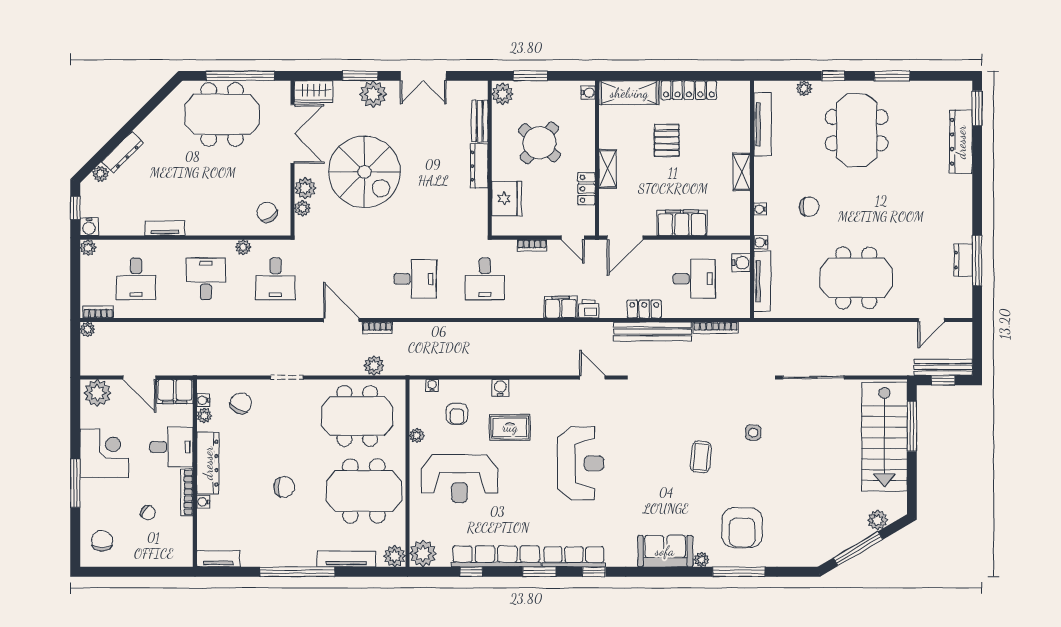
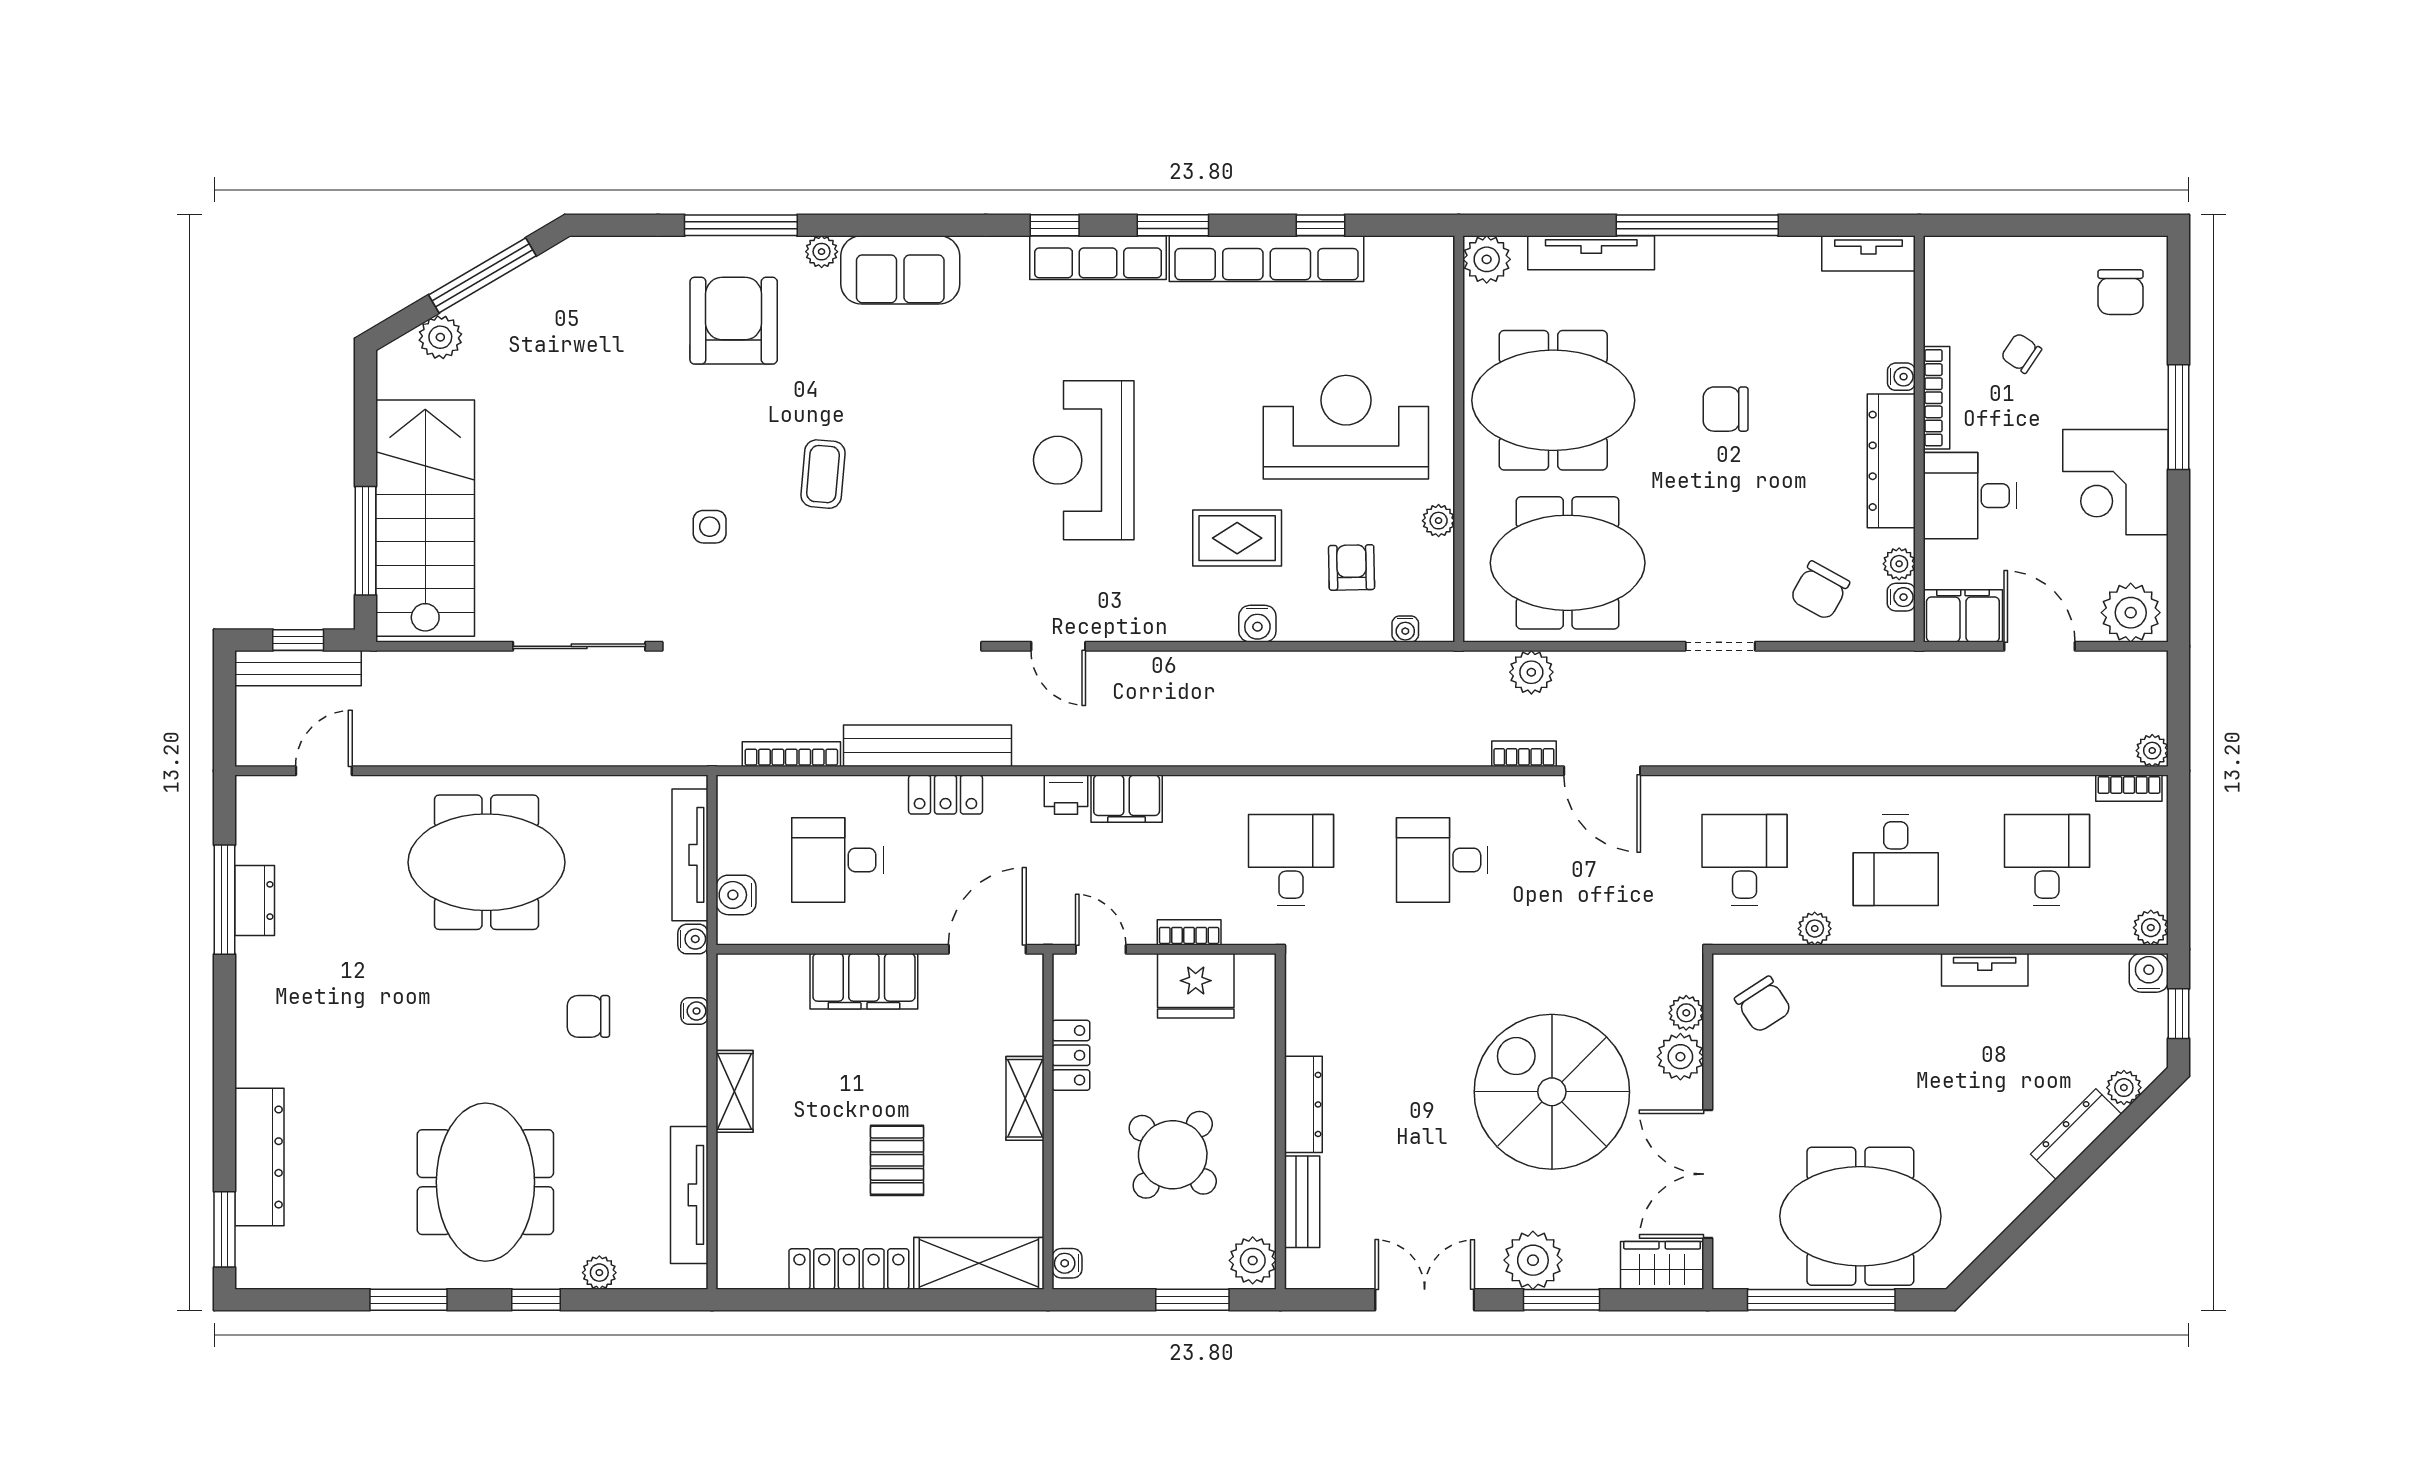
fridge: (507, 199) -> (1196, 986), moved, turned -90
plant: (423, 553) -> (1425, 265), removed

